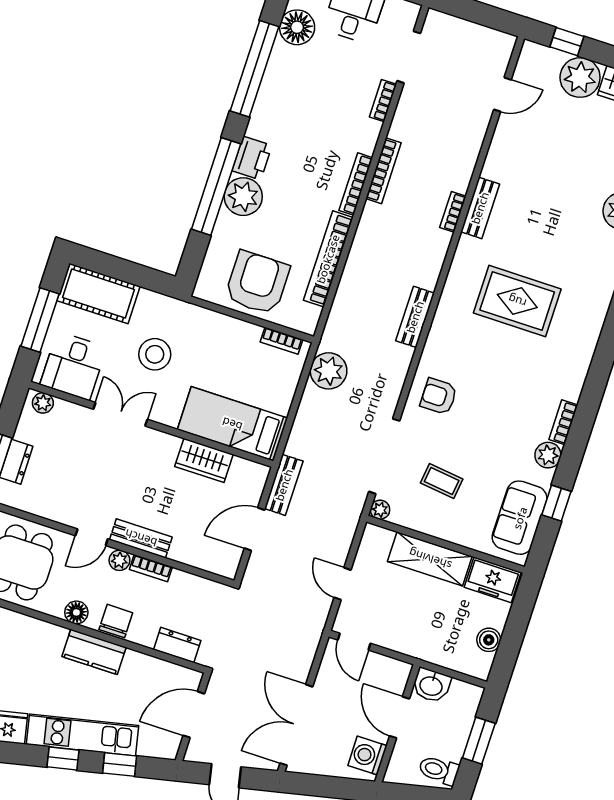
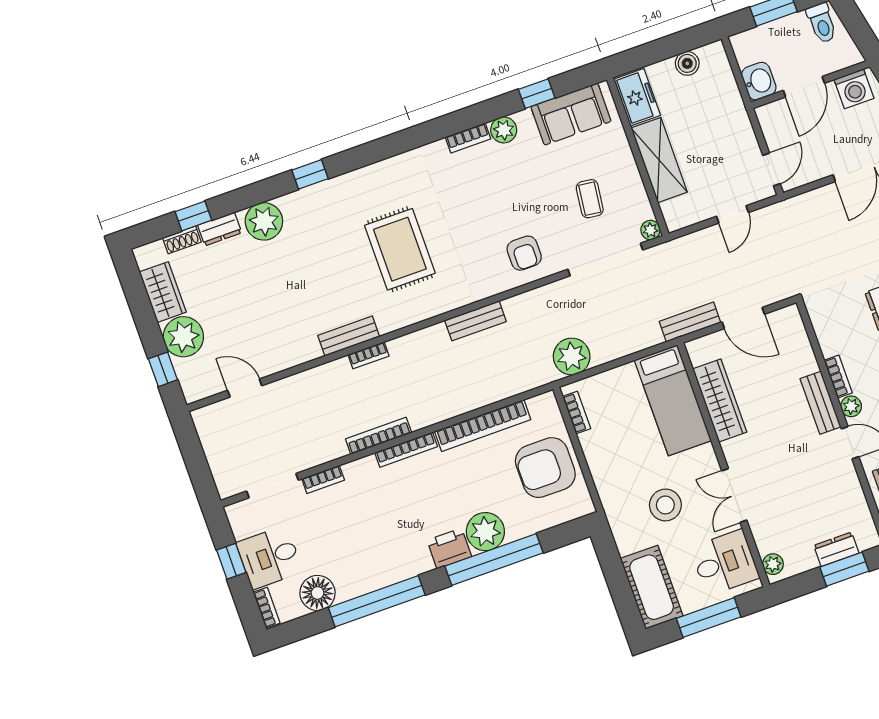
wardrobe: (204, 460) -> (720, 401), width x1.50

